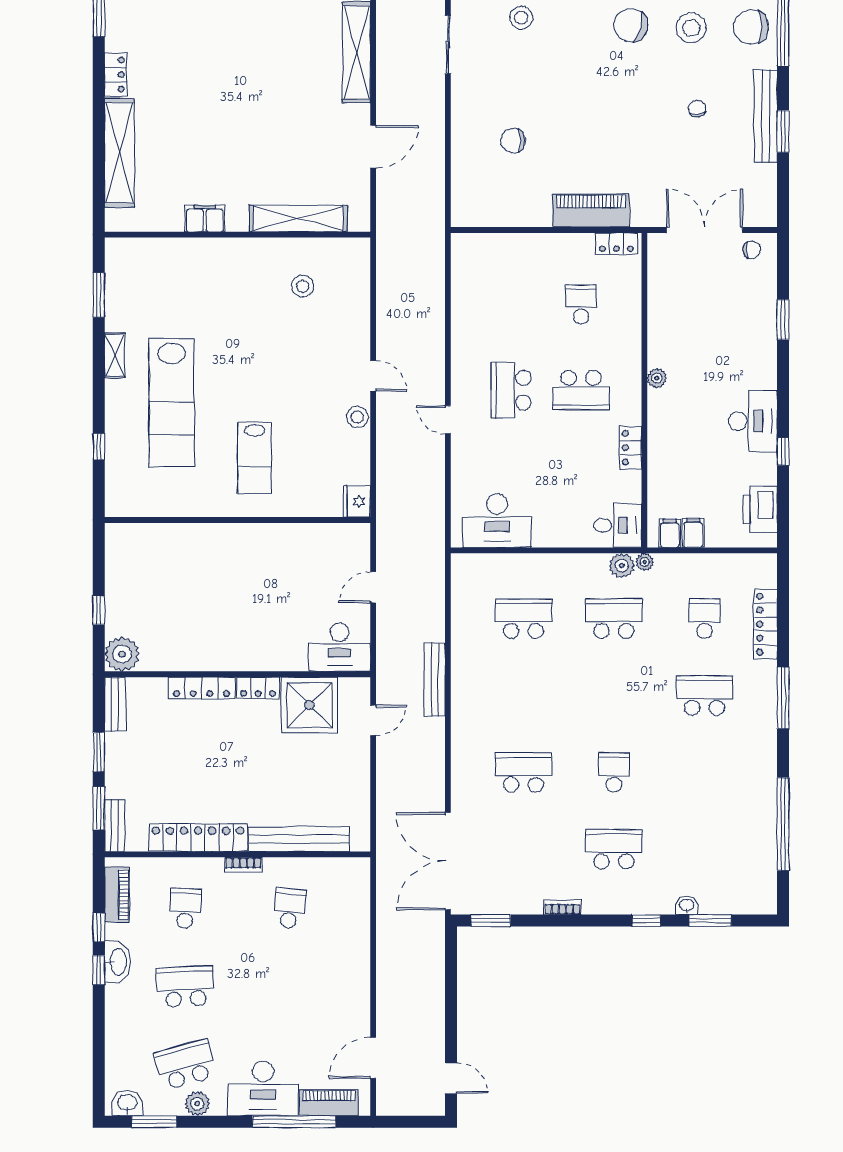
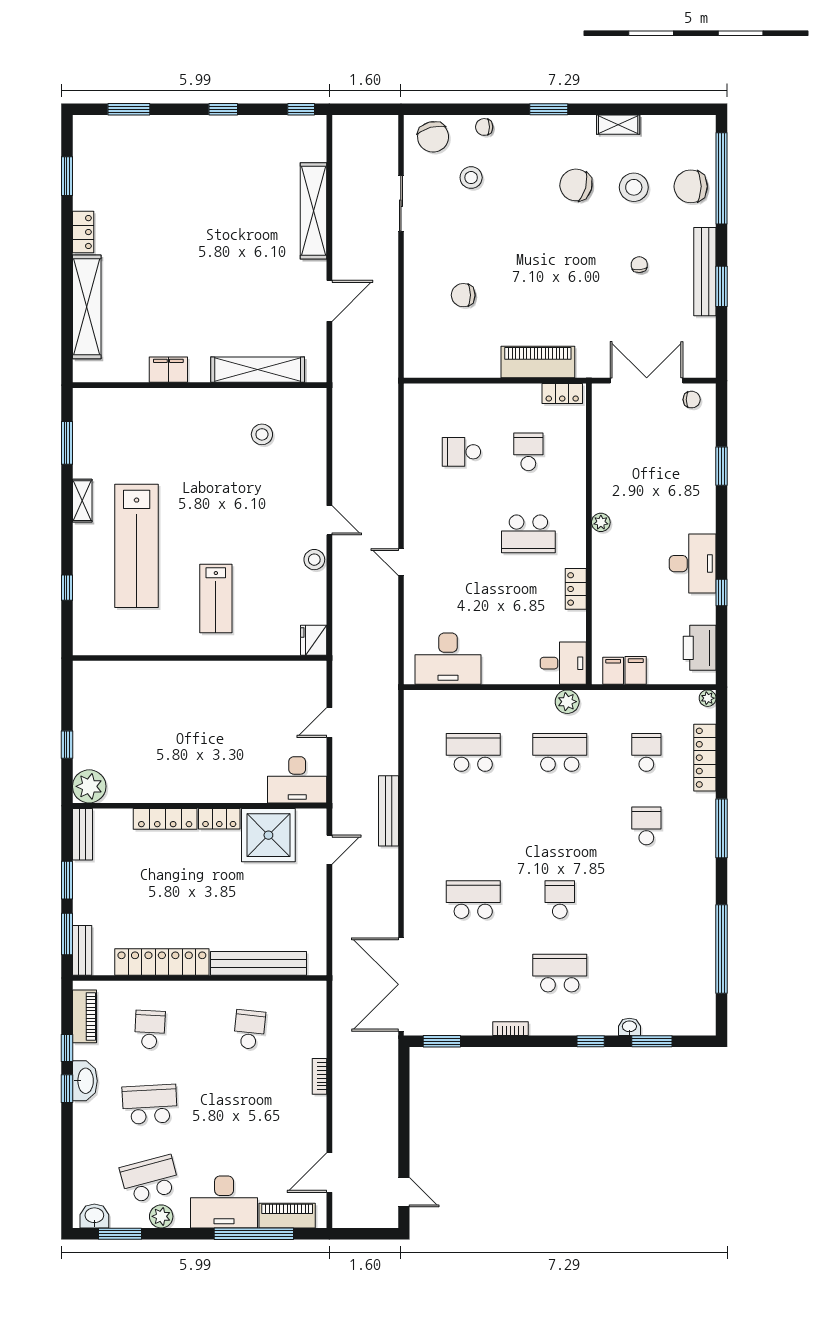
school desk: (511, 390) -> (461, 452), moved, width x0.54
plant: (645, 562) -> (708, 698), moved
school desk: (704, 695) -> (646, 826), width x0.54
bookcase: (243, 865) -> (320, 1076), moved, turned 90

